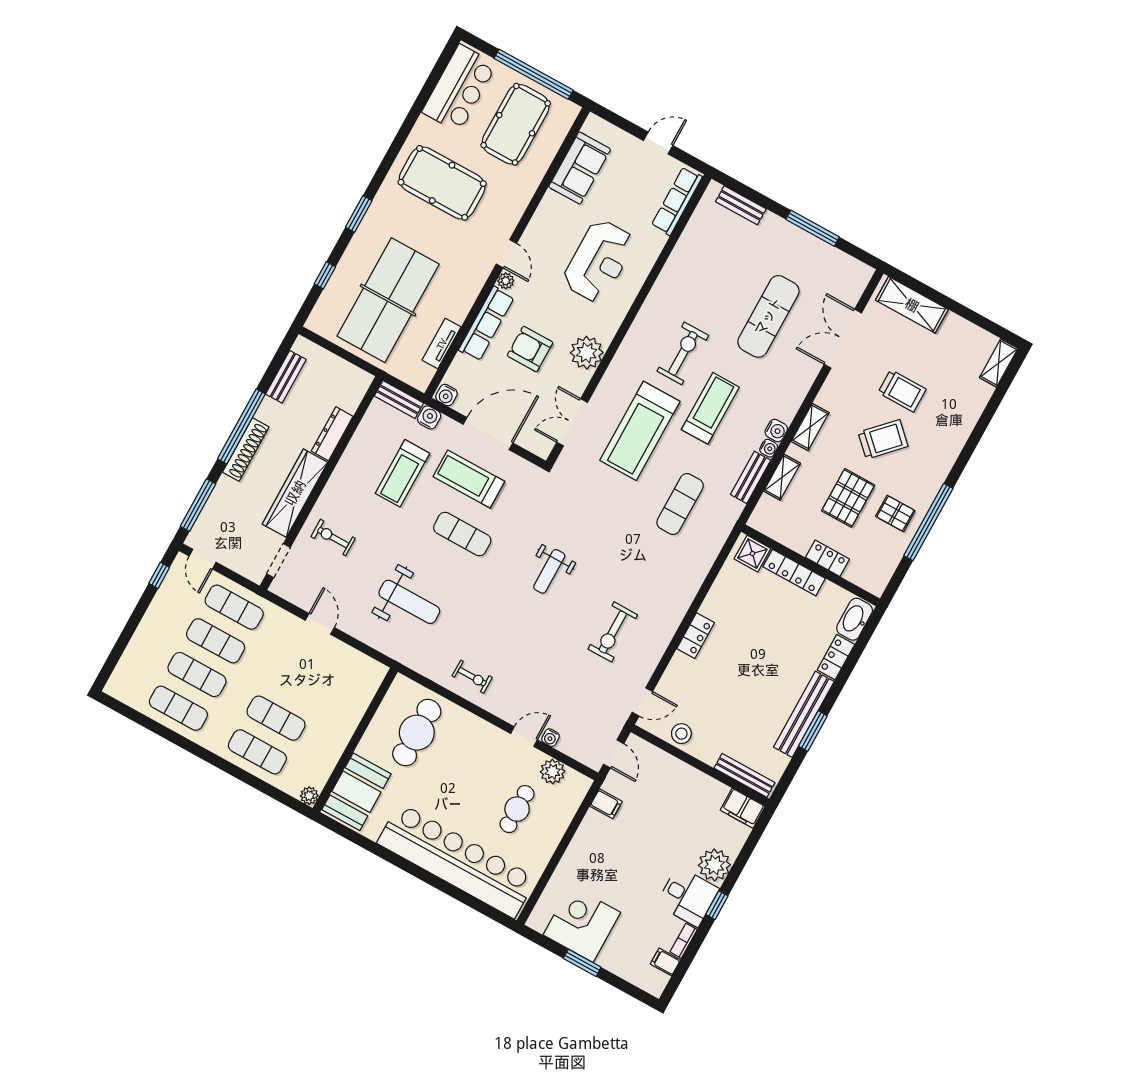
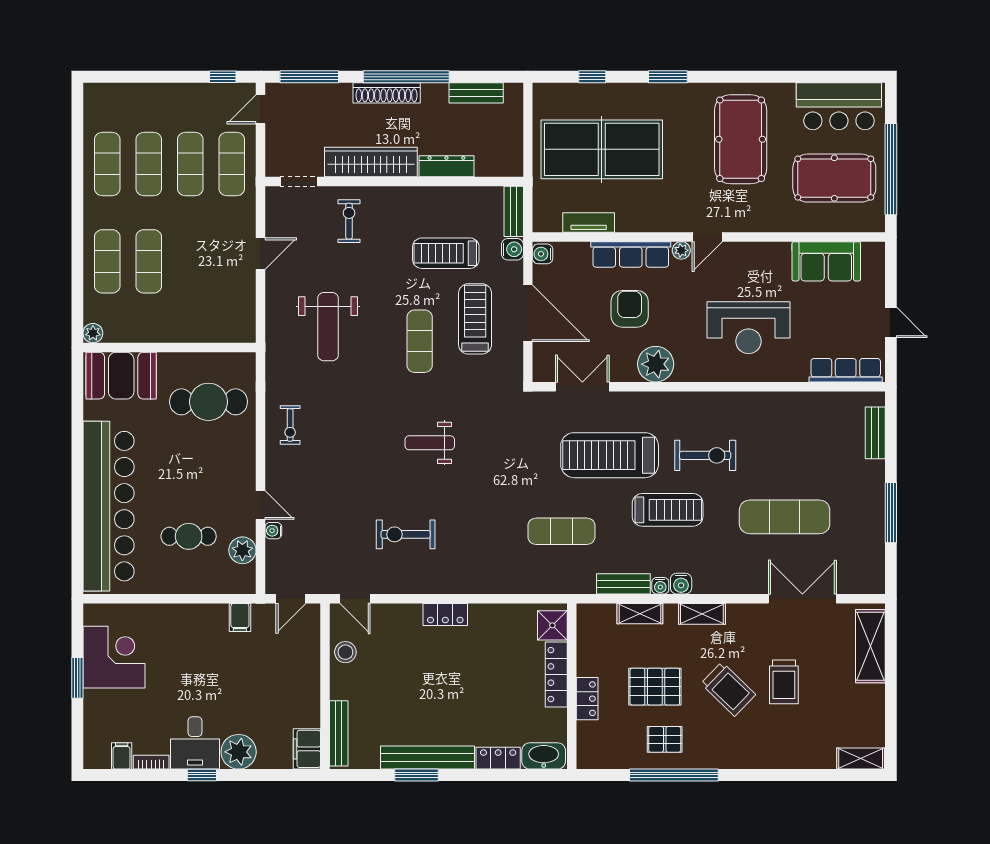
pallet: (895, 514) -> (665, 739), turned 90

